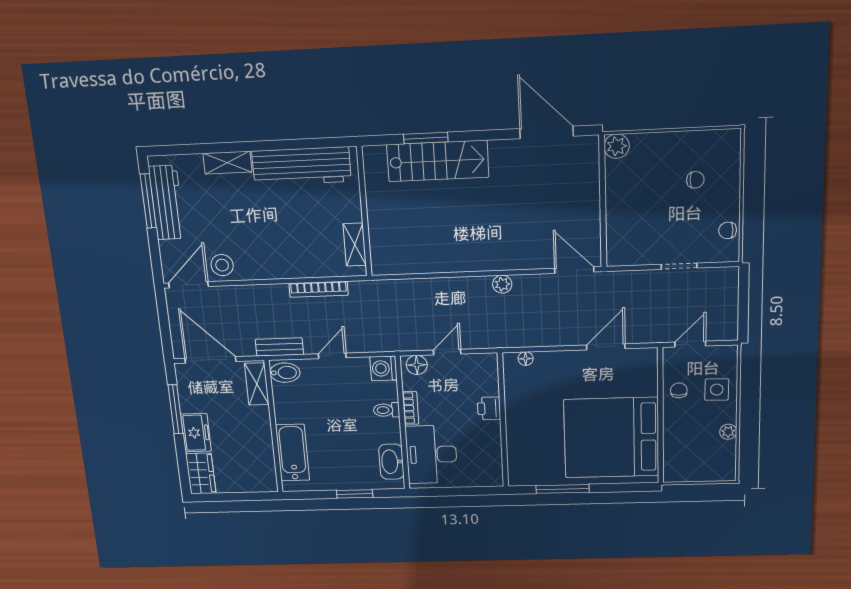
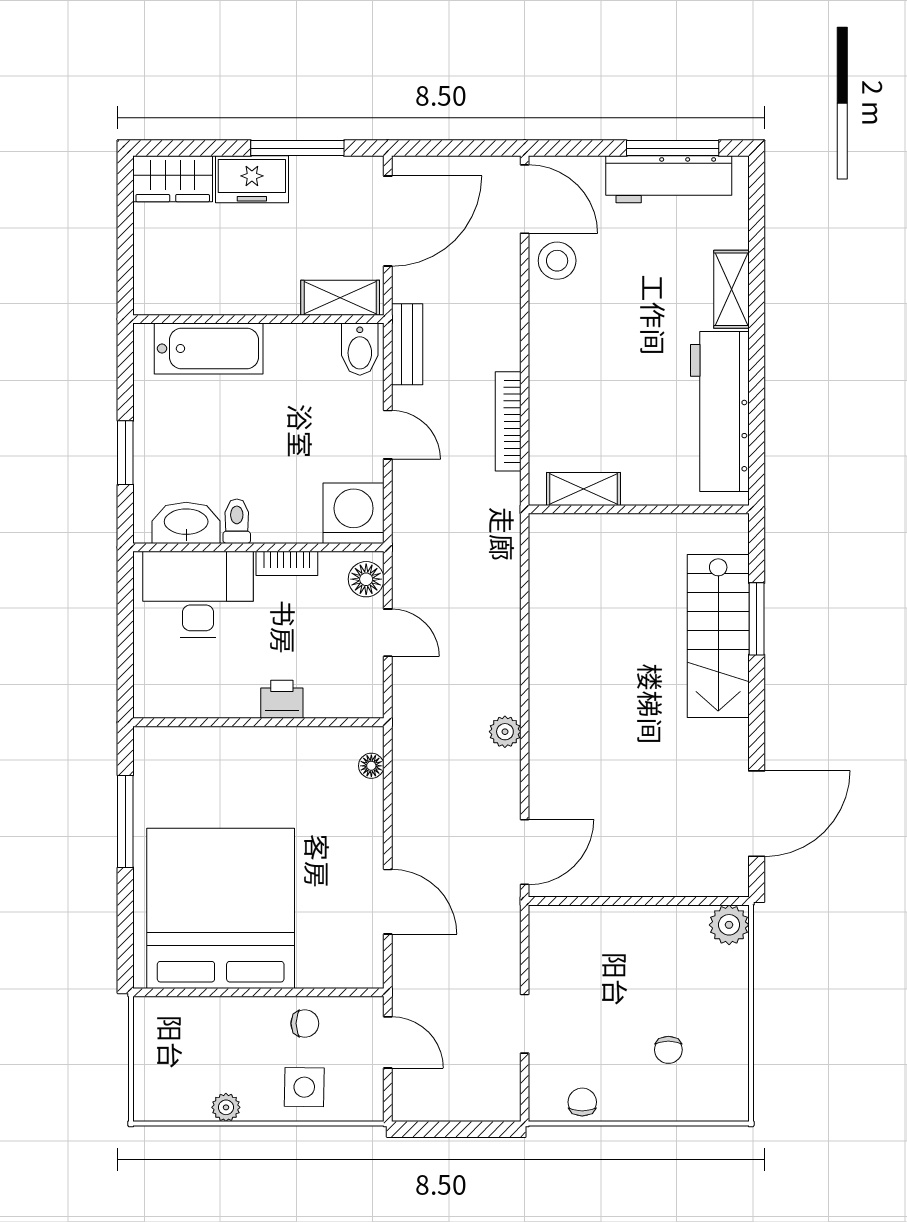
washing machine: (383, 368) -> (354, 513), width x1.37, depth x1.37
toilet: (386, 410) -> (237, 521), moved

